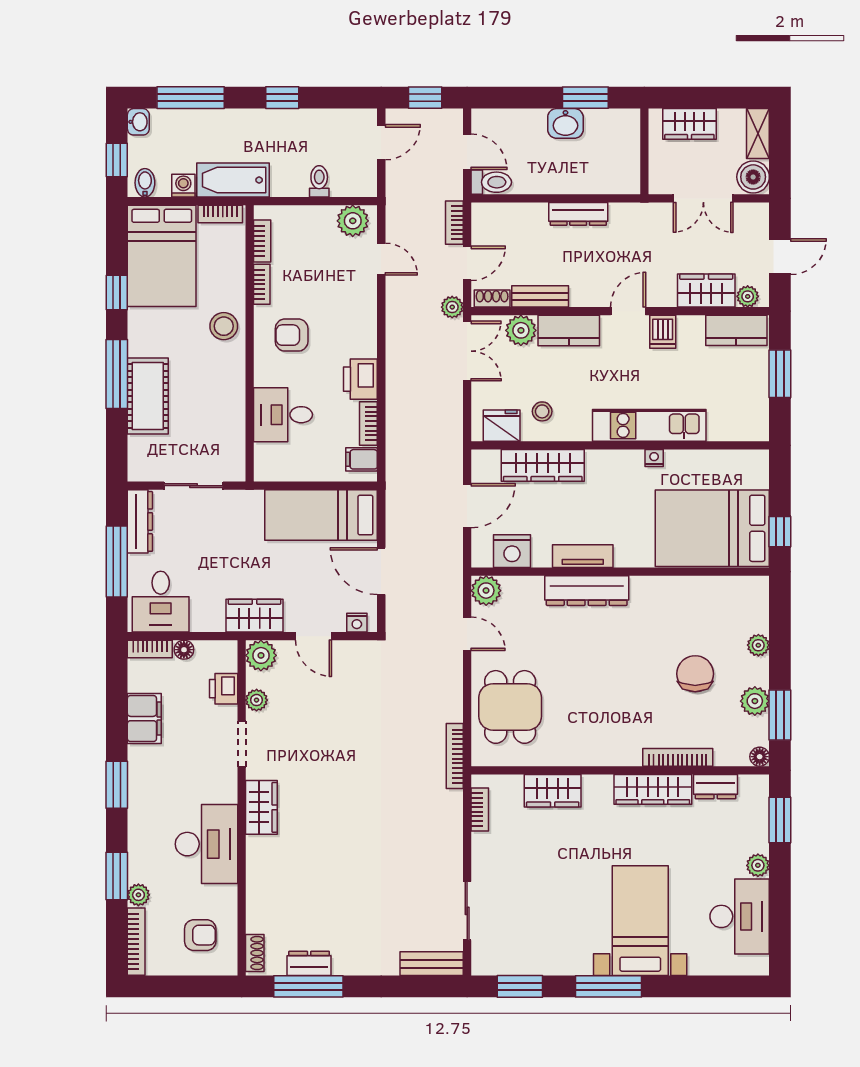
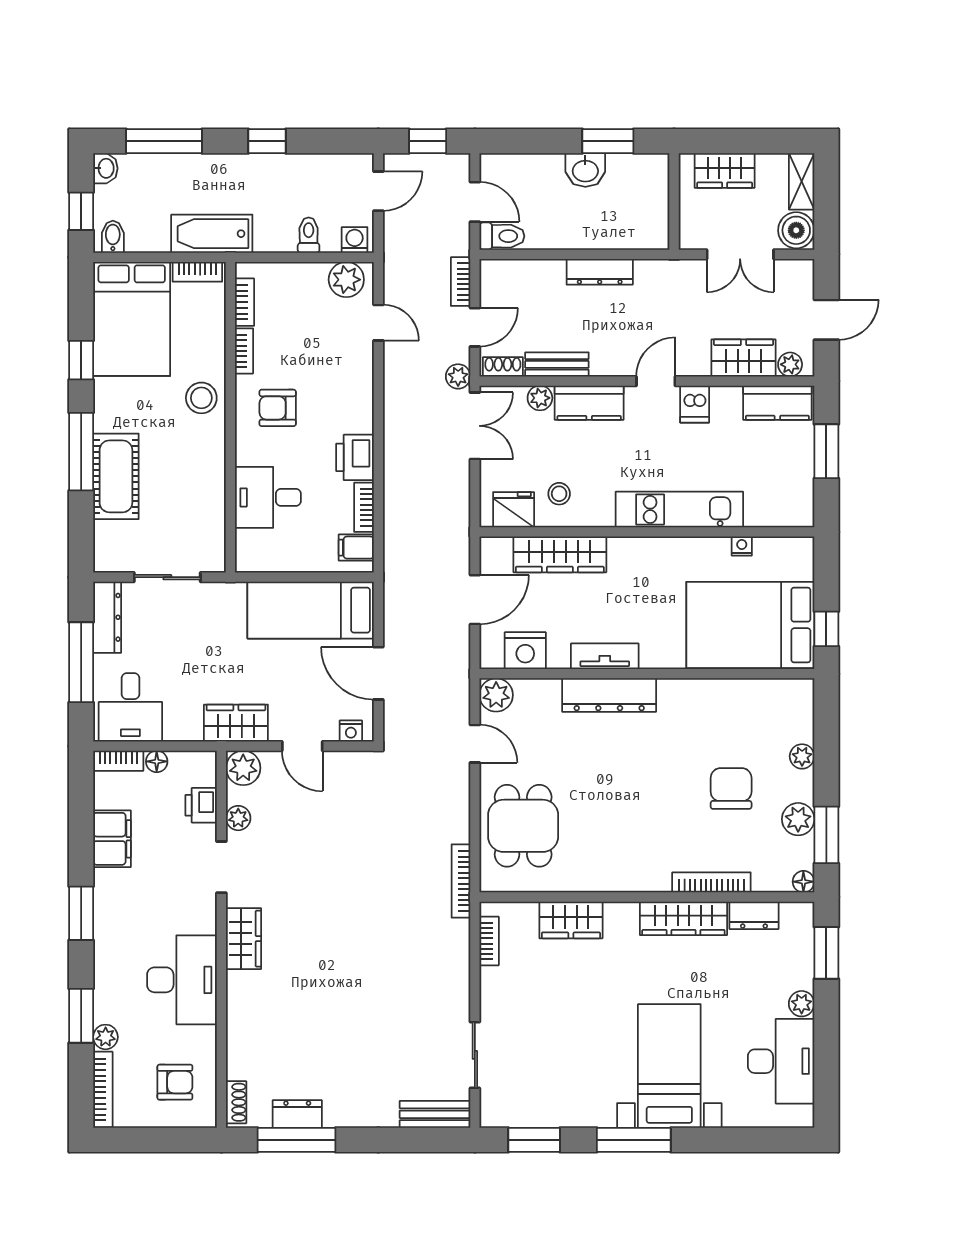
washing machine: (183, 186) -> (355, 240), moved
plant: (521, 330) -> (540, 398), width x0.73, depth x0.73
nightstand: (654, 458) -> (742, 546), moved

